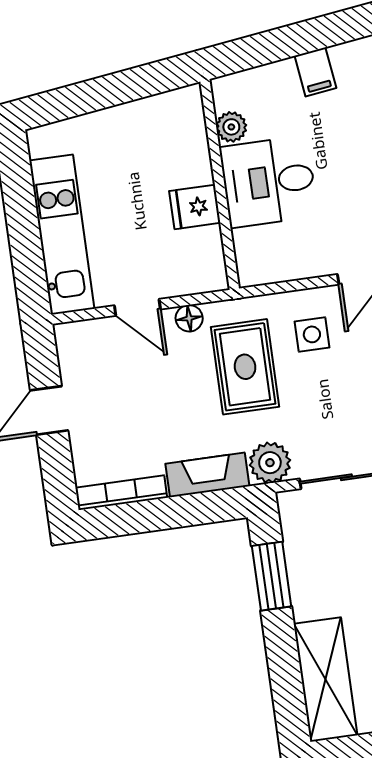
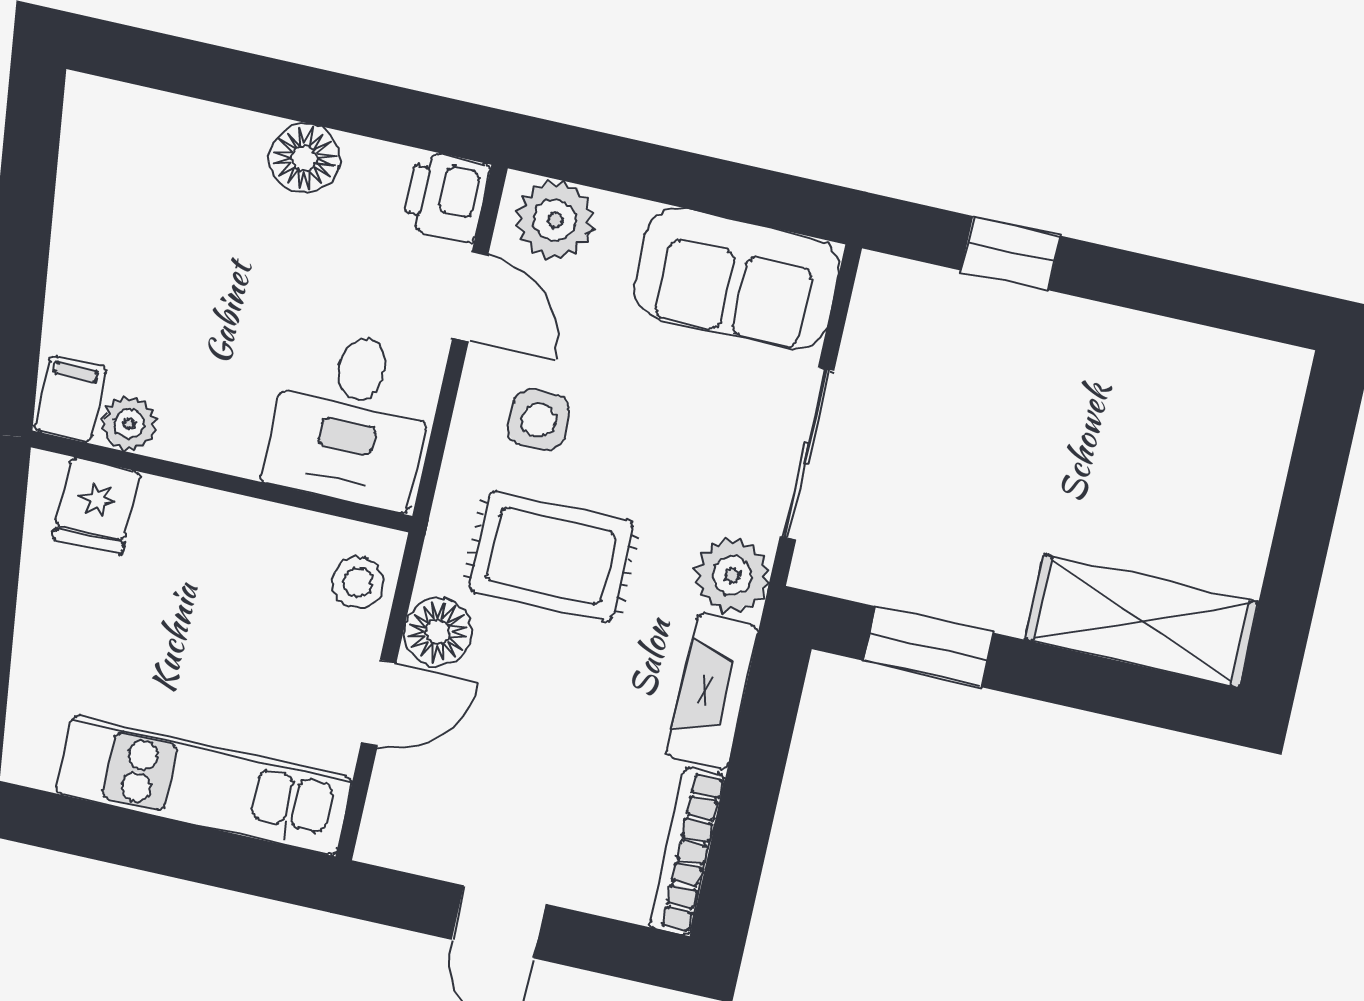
filing cabinet: (315, 72) -> (70, 399), moved, turned -83
desk: (269, 182) -> (351, 419), moved
fridge: (195, 207) -> (96, 506), moved
stool: (195, 274) -> (358, 582), added
floor lamp: (189, 318) -> (438, 632), width x1.37, depth x1.37

